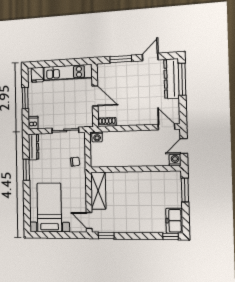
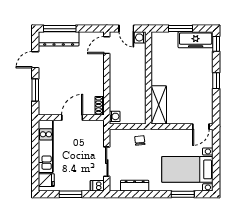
door: (150, 57) -> (35, 60), hinge flipped
sliding door: (65, 130) -> (107, 162), moved
dresser: (34, 147) -> (135, 186), moved
window: (26, 170) -> (183, 194), moved
window: (185, 190) -> (181, 29), moved
shelving: (98, 191) -> (159, 105), moved, turned 90
freezer: (174, 221) -> (196, 40), width x1.40
window: (106, 236) -> (216, 81), moved

